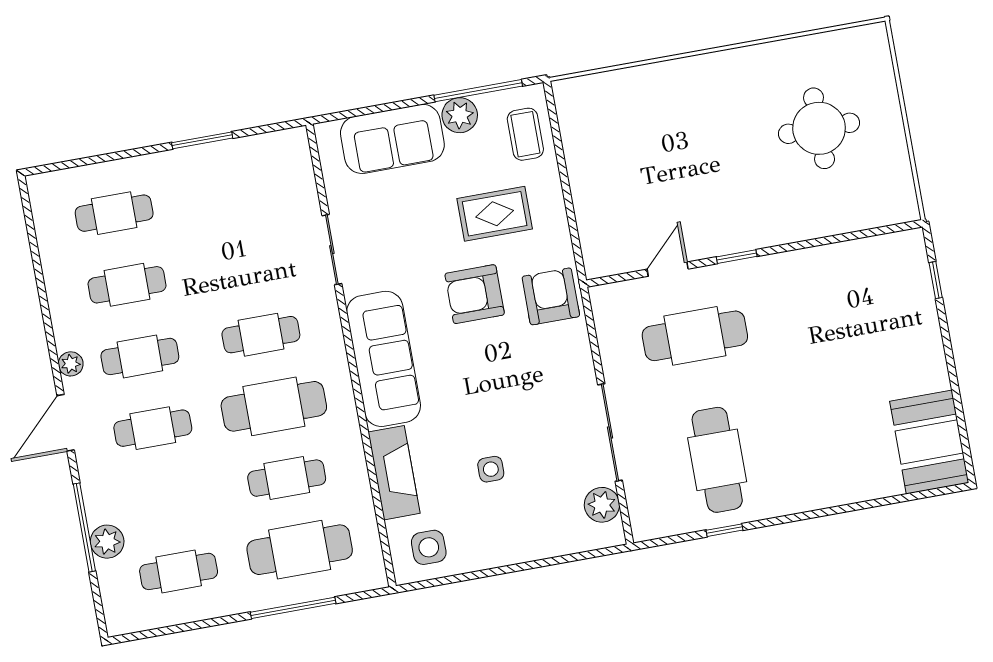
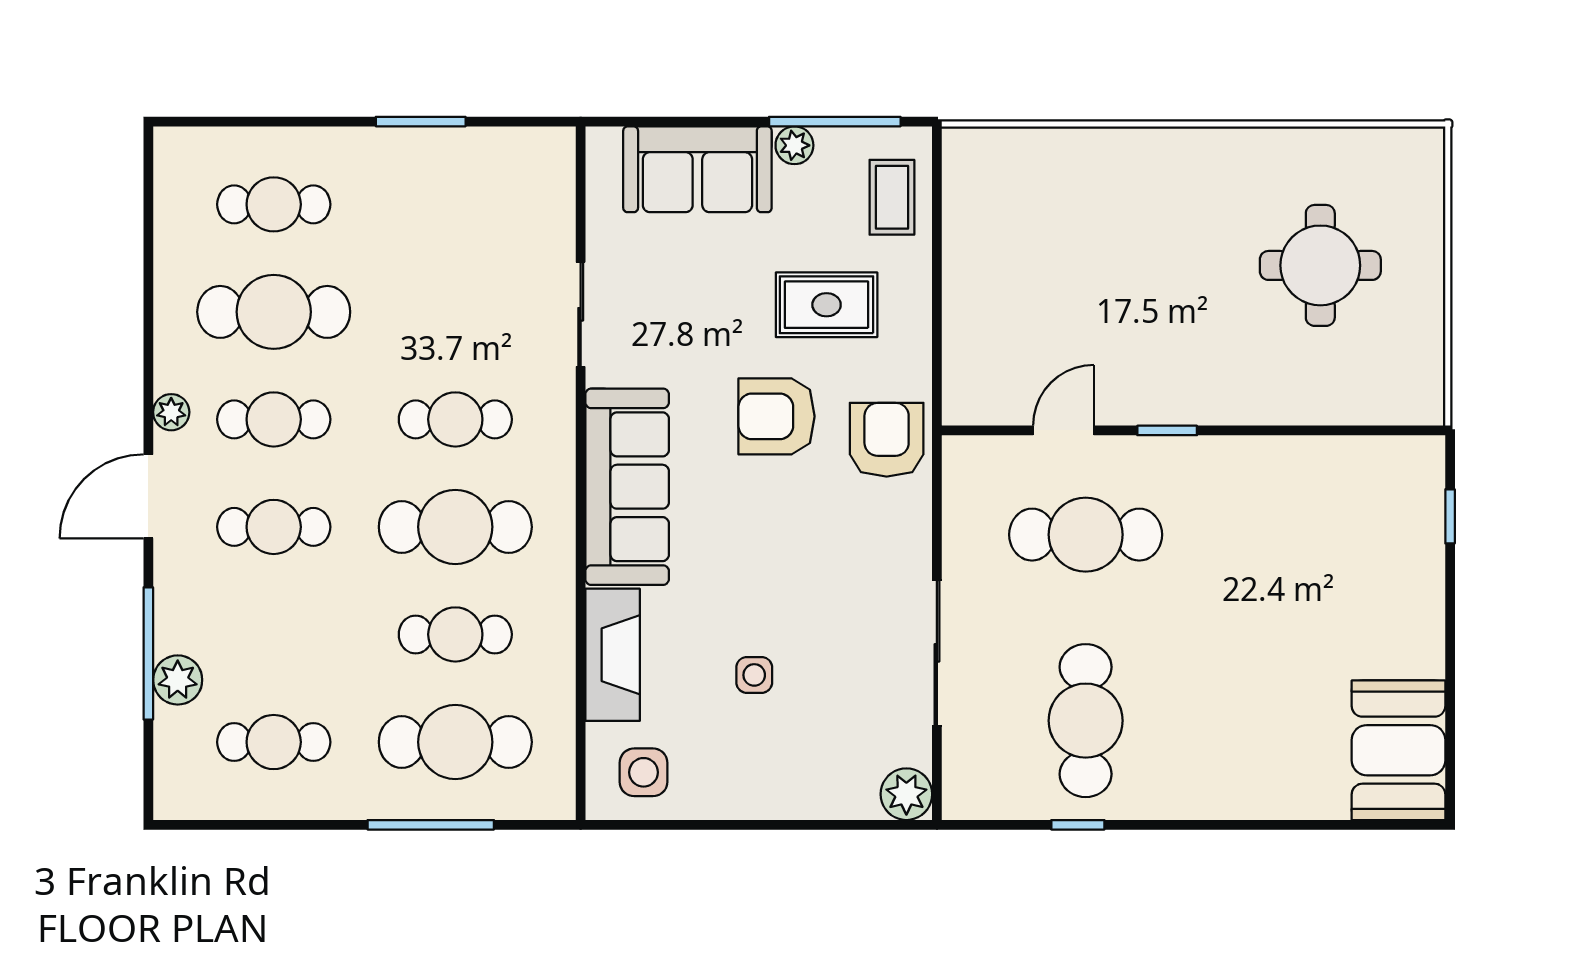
plant: (460, 115) -> (794, 145), width x0.73, depth x0.73
cafe table: (127, 285) -> (274, 312), width x1.37, depth x1.35
plant: (602, 505) -> (906, 794), moved

